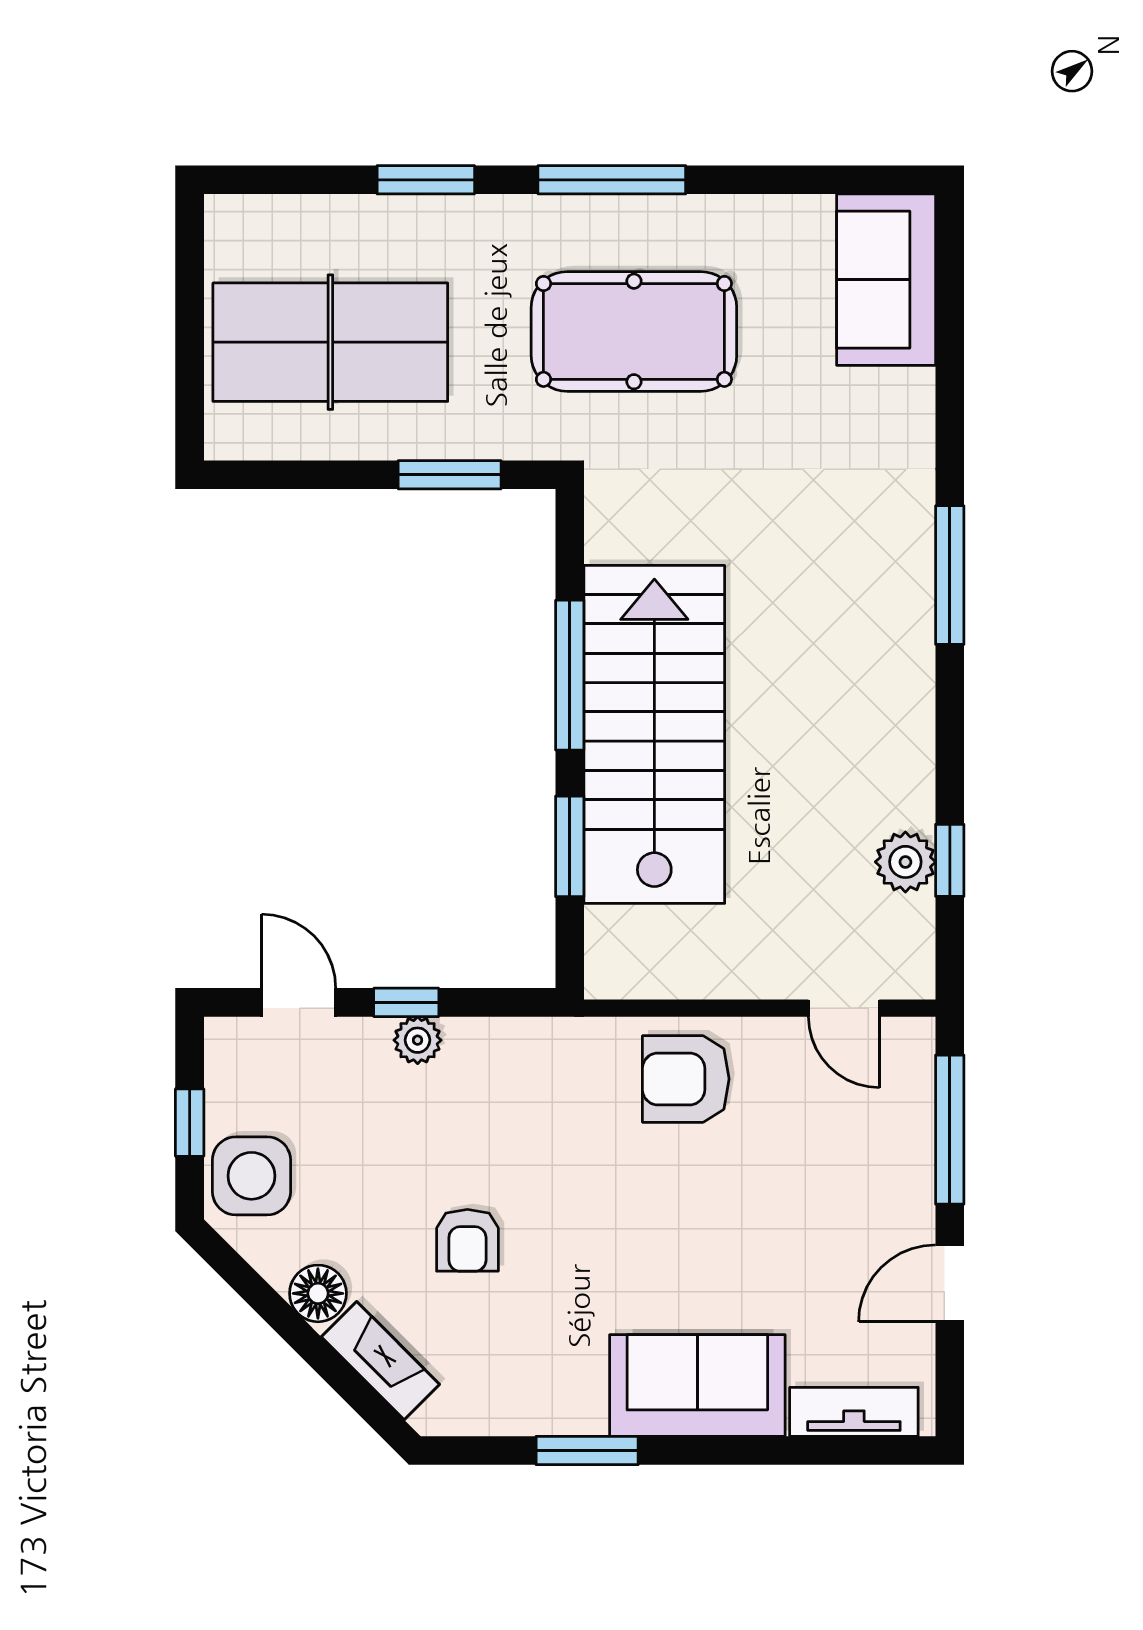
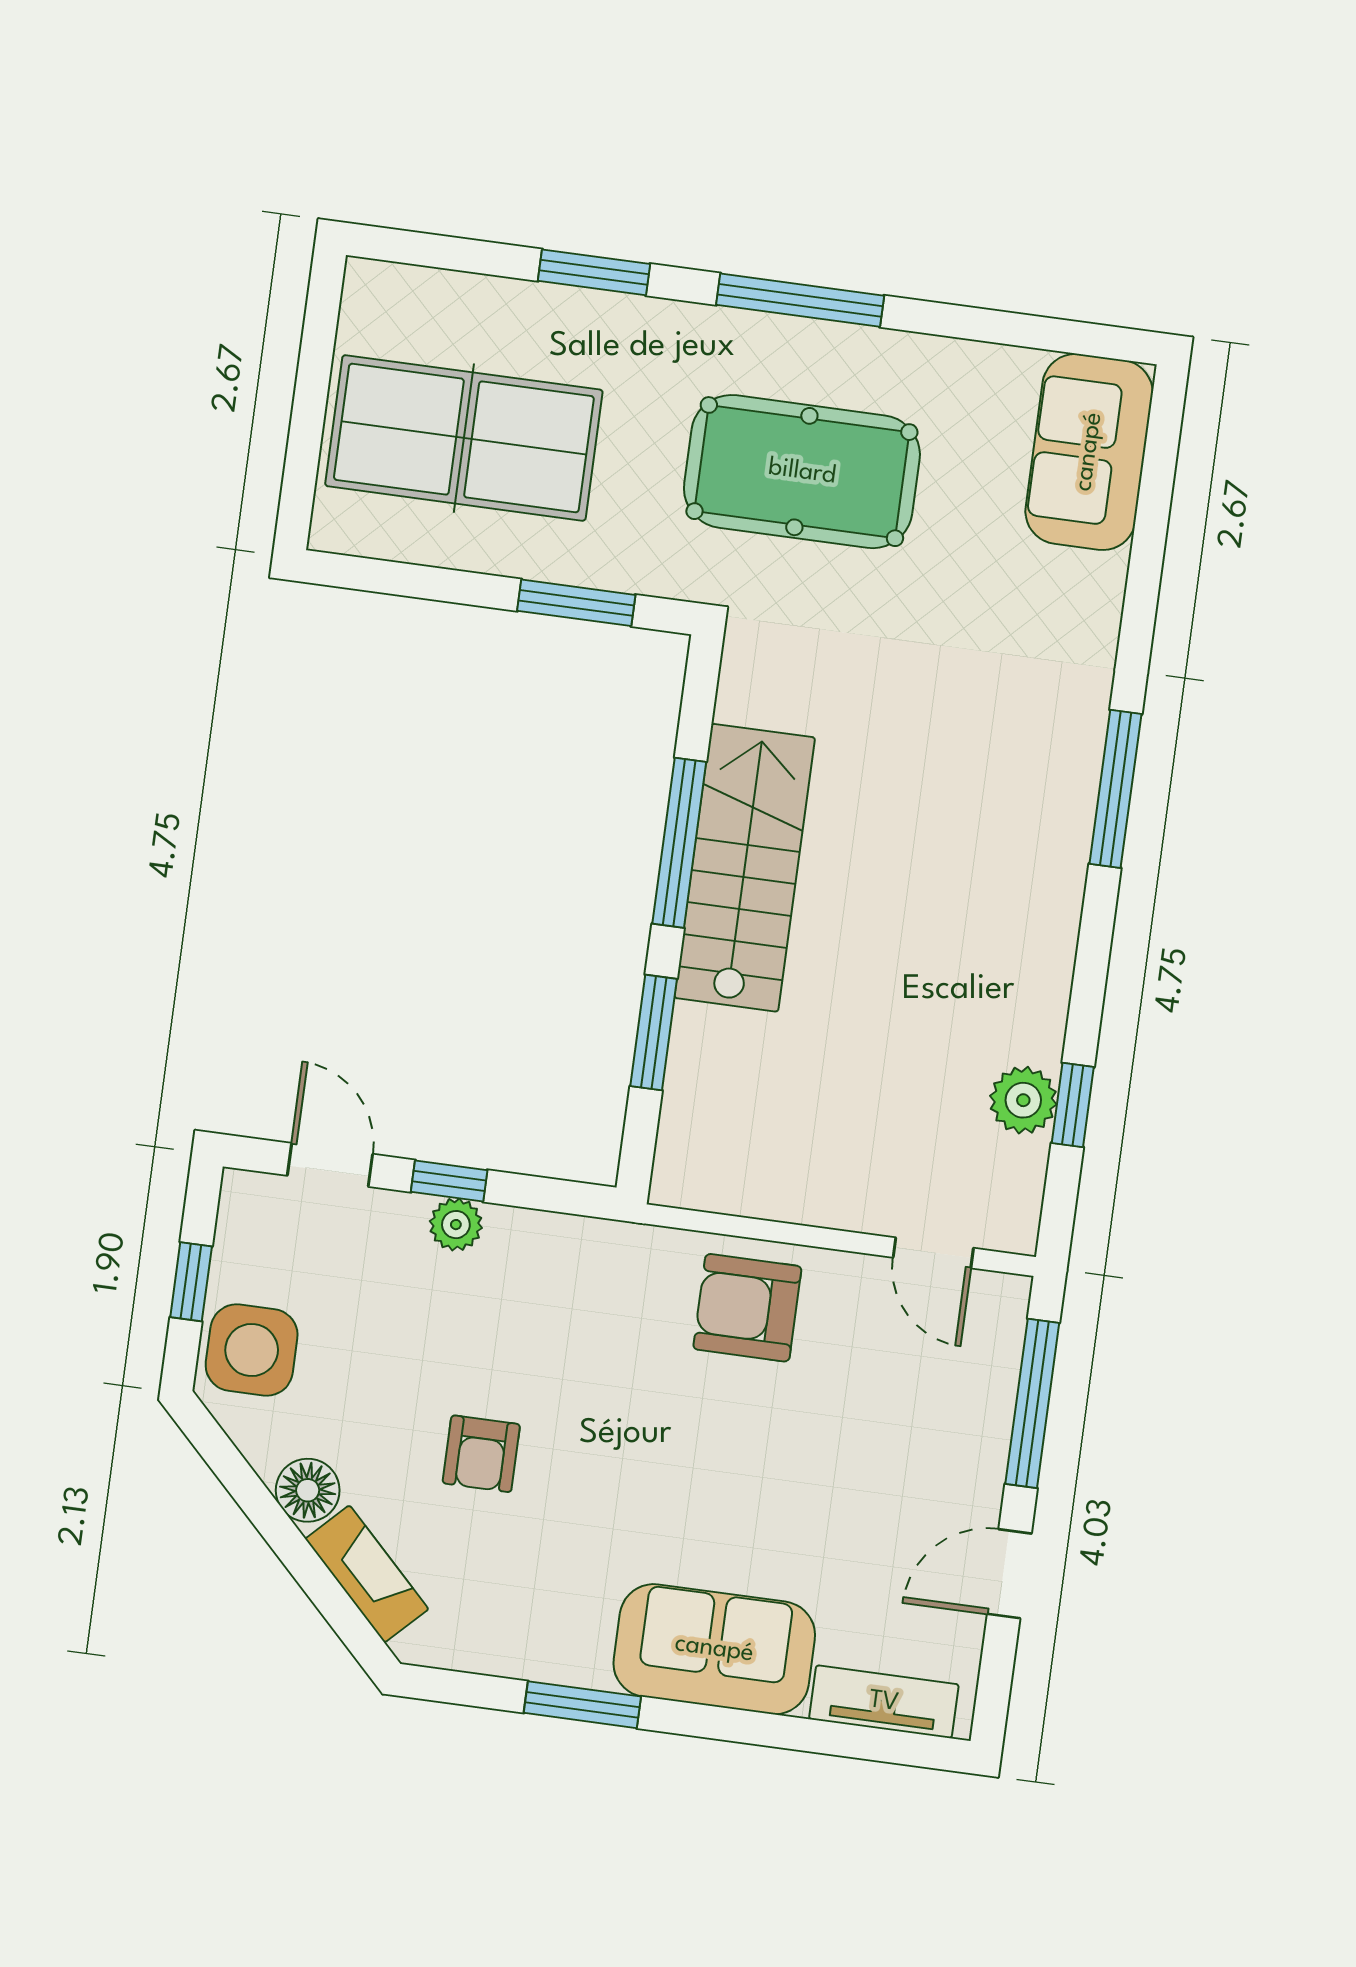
stairs: (654, 734) -> (745, 868), width x0.73, depth x0.66

